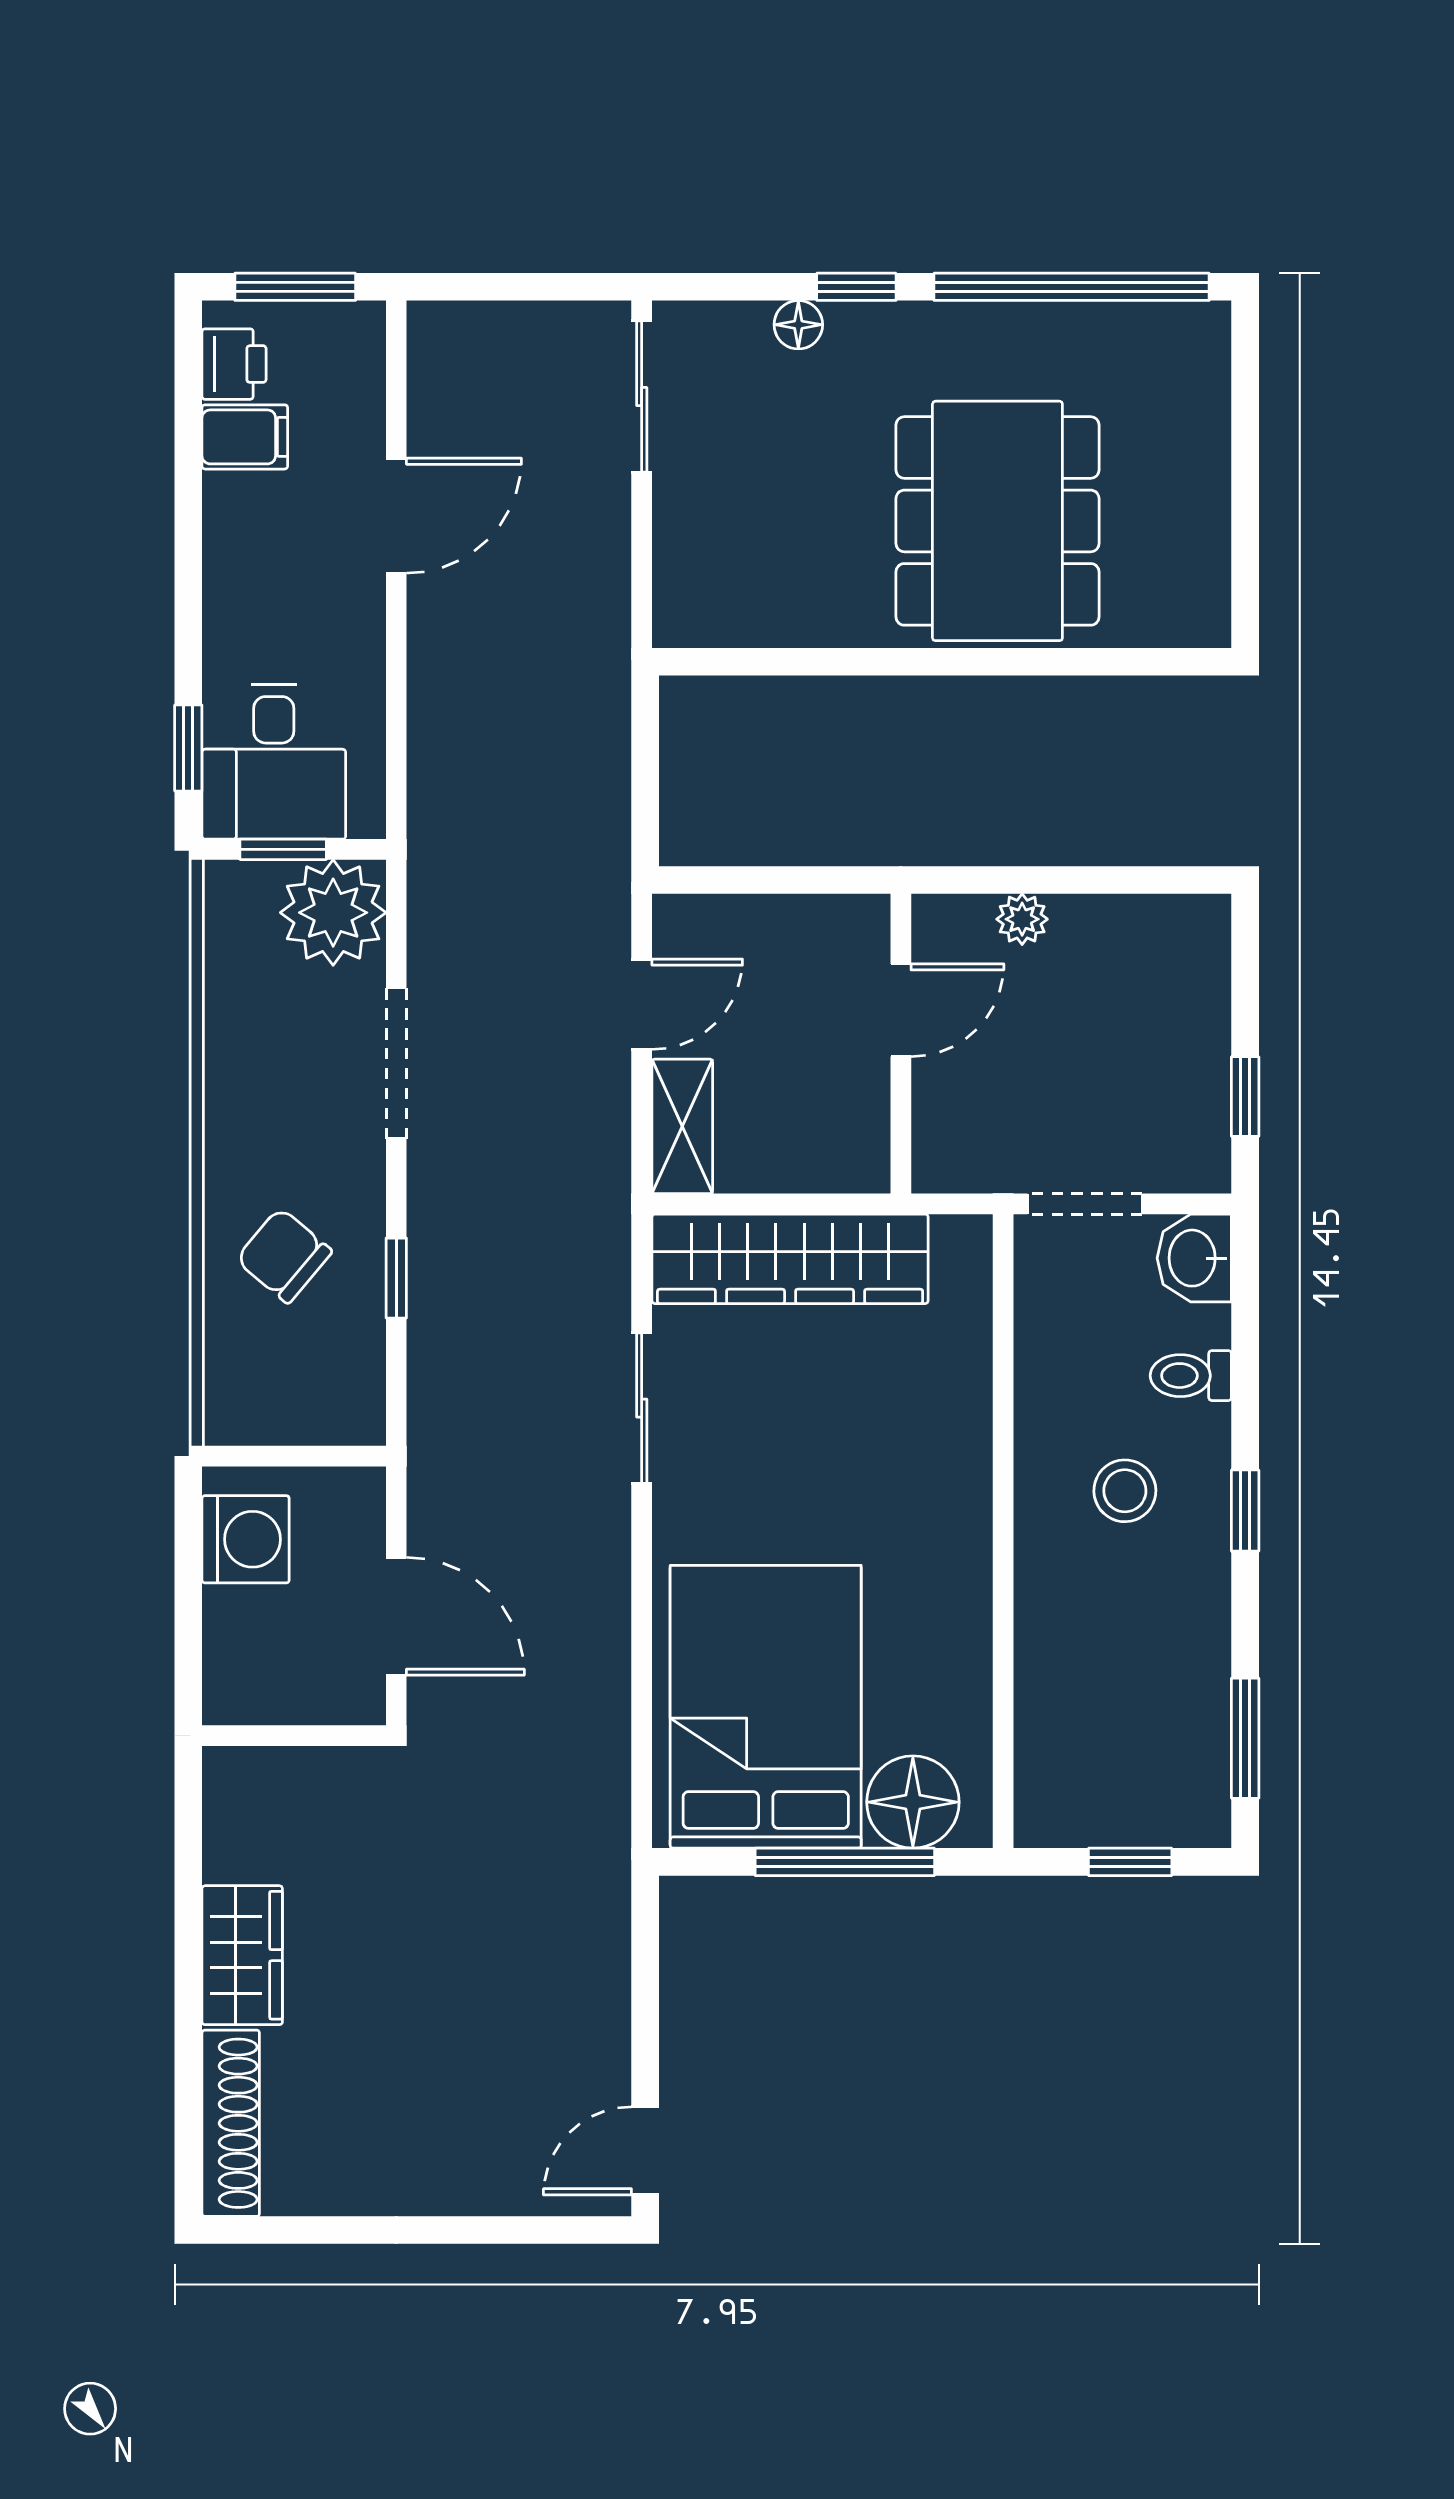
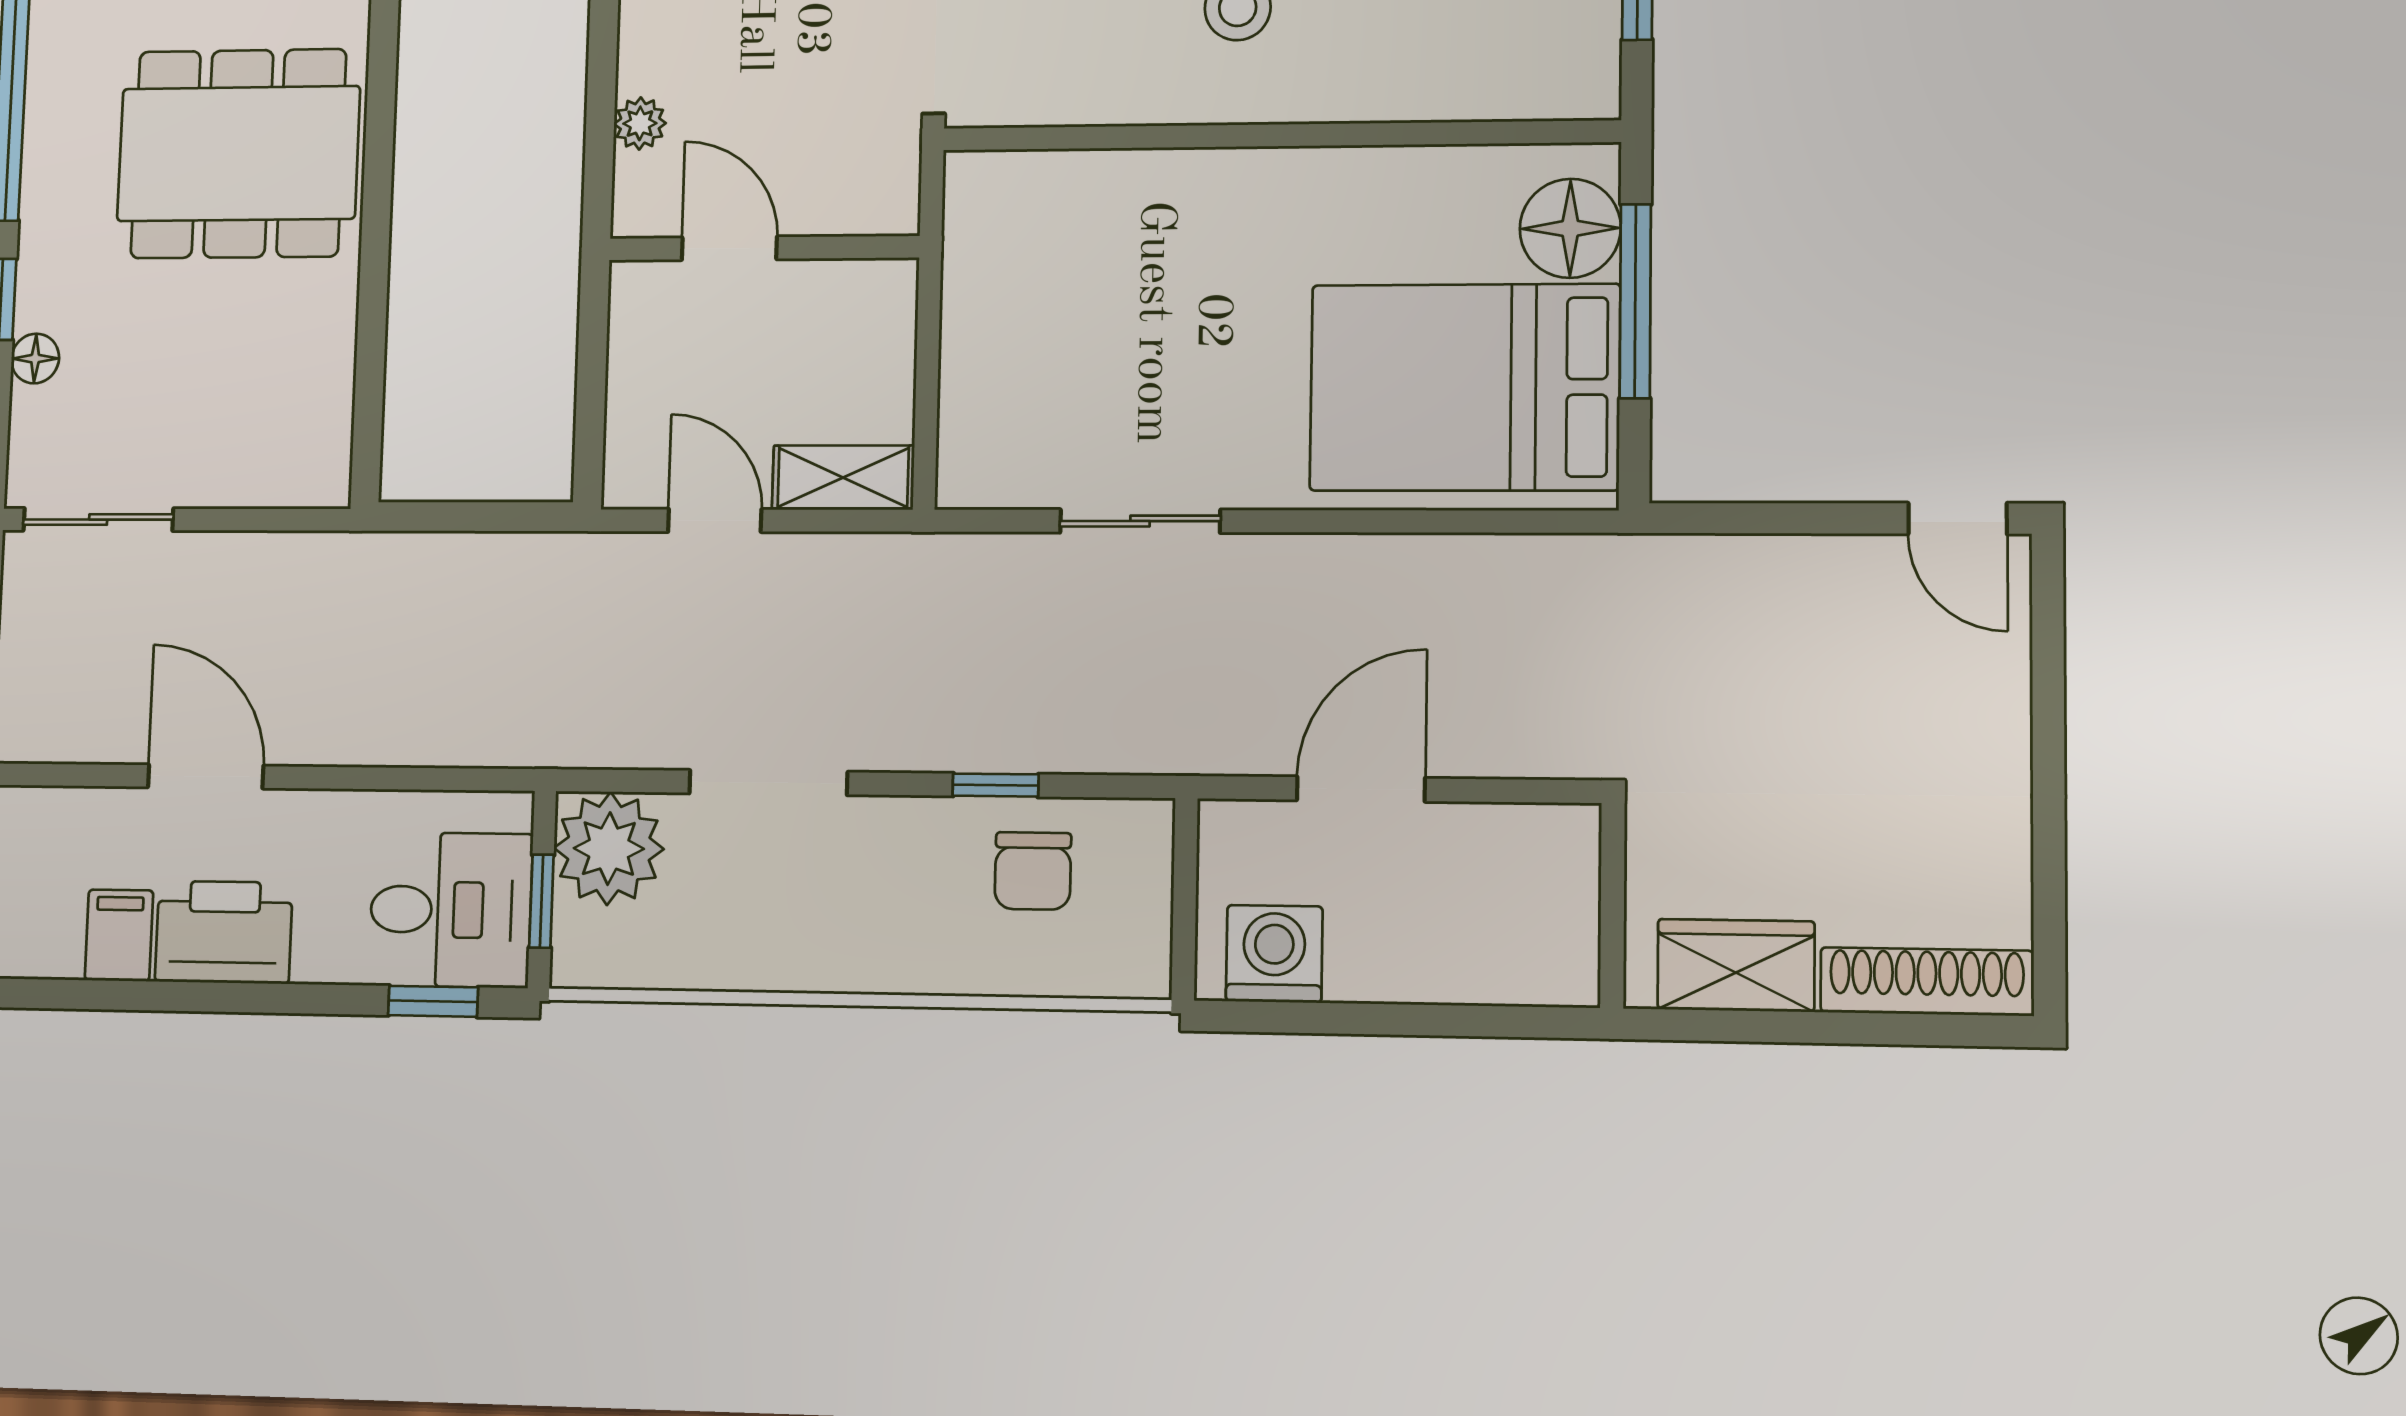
printer: (234, 364) -> (224, 932), moved, width x1.87, depth x1.48
chair: (284, 1255) -> (1033, 871), moved, turned -40
wardrobe: (790, 1259) -> (985, 363), removed
wall: (294, 1736) -> (1612, 905), moved

